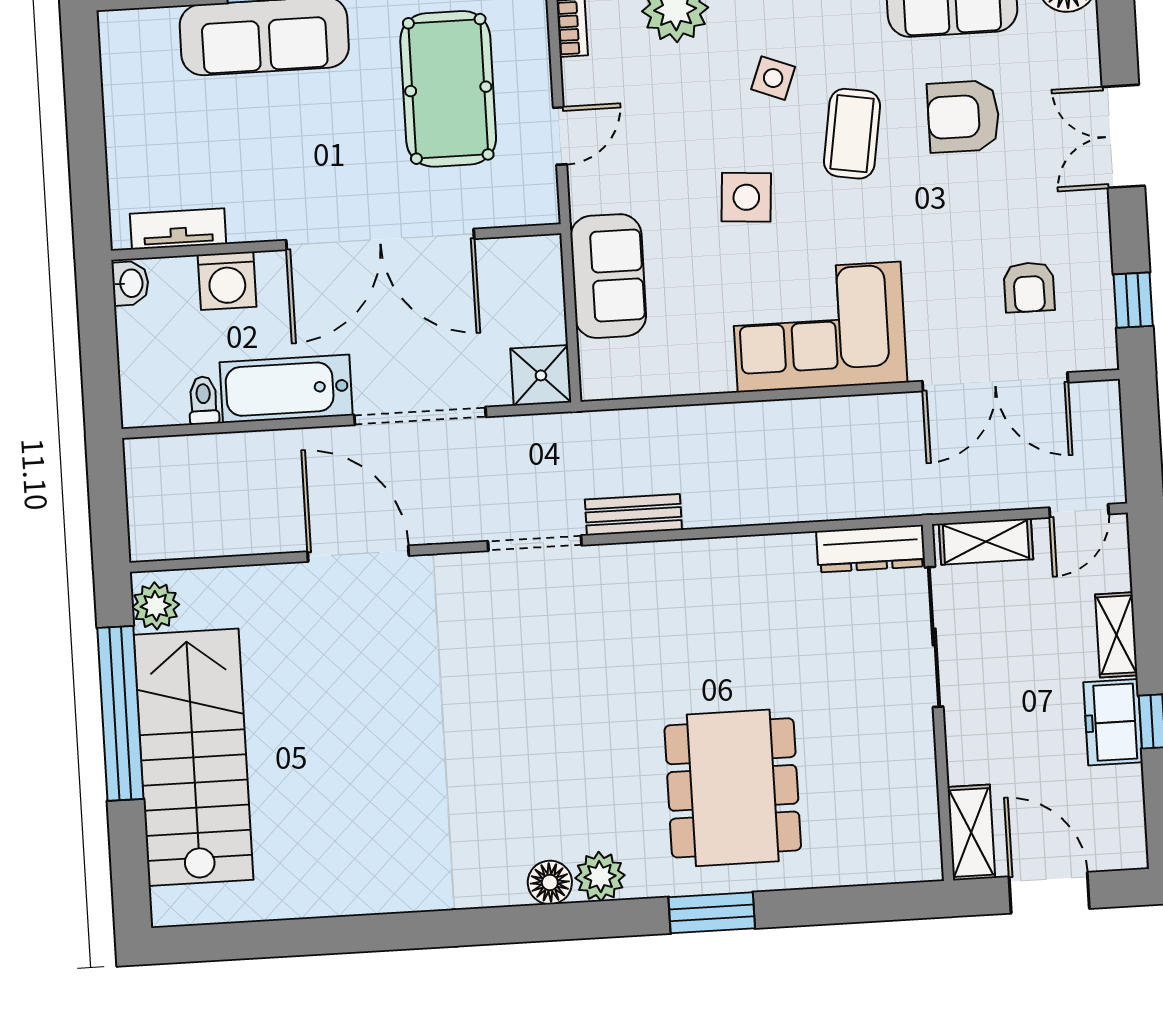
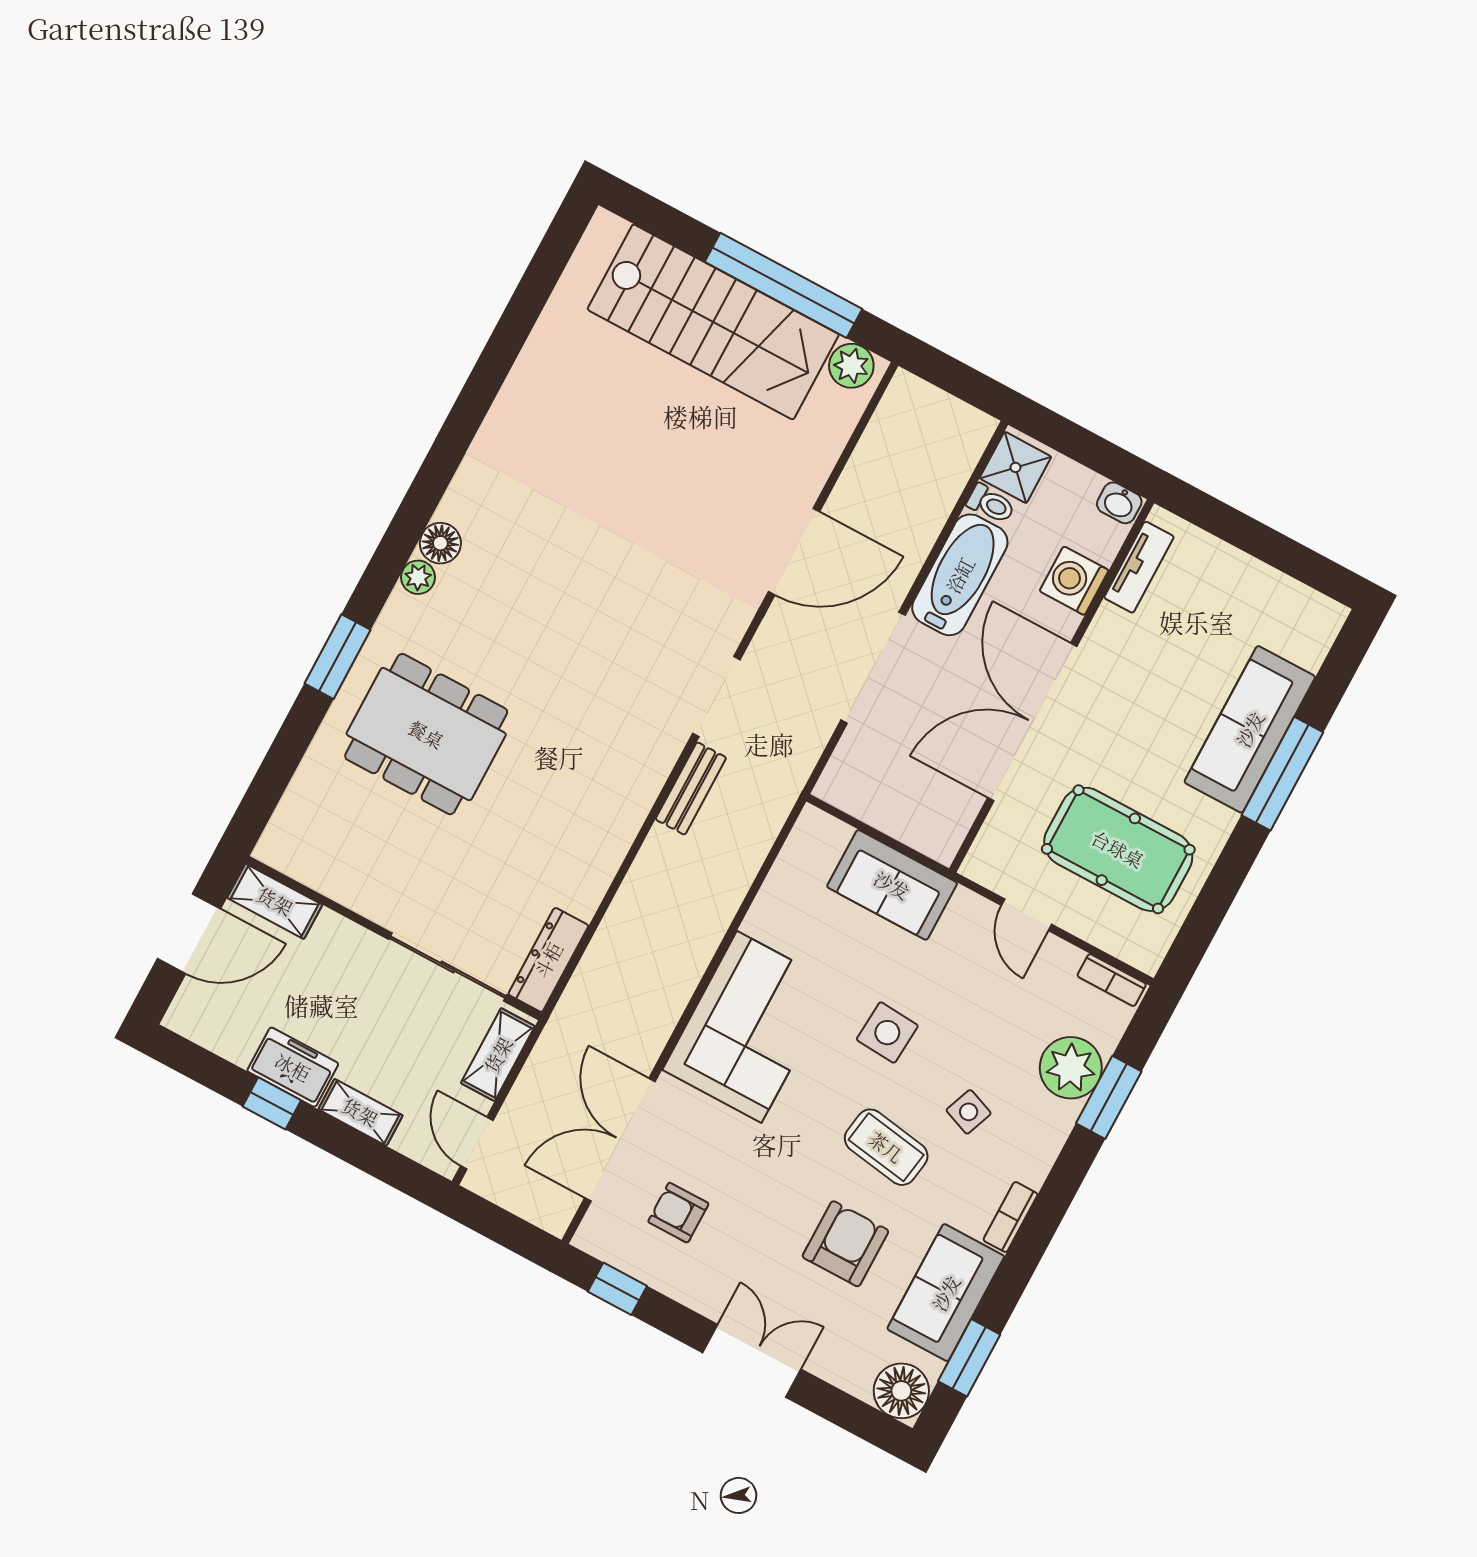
shower: (541, 375) -> (1015, 467), moved
plant: (600, 877) -> (418, 577), width x0.73, depth x0.73

